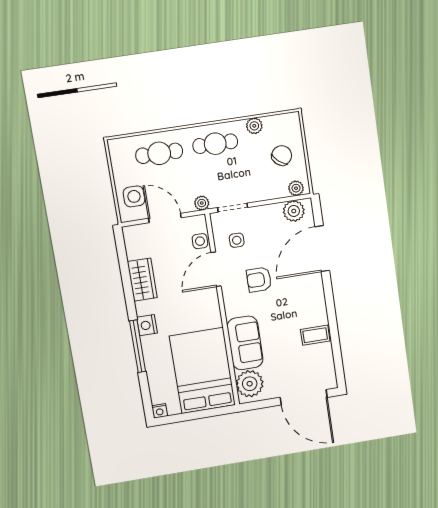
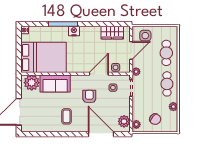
door: (216, 269) -> (99, 74), hinge flipped
wardrobe: (142, 280) -> (112, 33), moved
coffee table: (315, 335) -> (67, 116), moved

